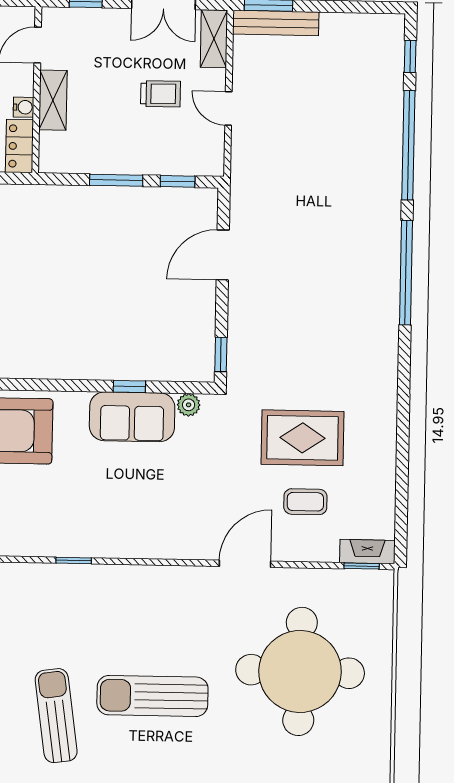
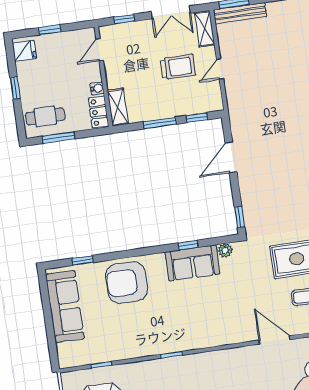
trolley: (160, 94) -> (178, 67), width x1.36, depth x1.39
shelving: (53, 100) -> (118, 107), moved
door: (228, 108) -> (220, 69), hinge flipped
door: (245, 564) -> (275, 340), hinge flipped

